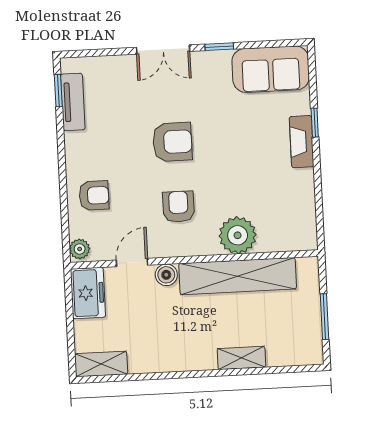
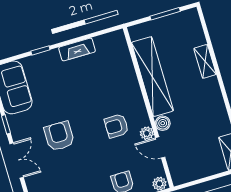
armchair: (172, 142) -> (59, 136), moved
fireplace: (302, 142) -> (77, 50), moved
plant: (238, 235) -> (147, 133), moved, width x0.53, depth x0.53
freezer: (88, 293) -> (187, 171), removed

